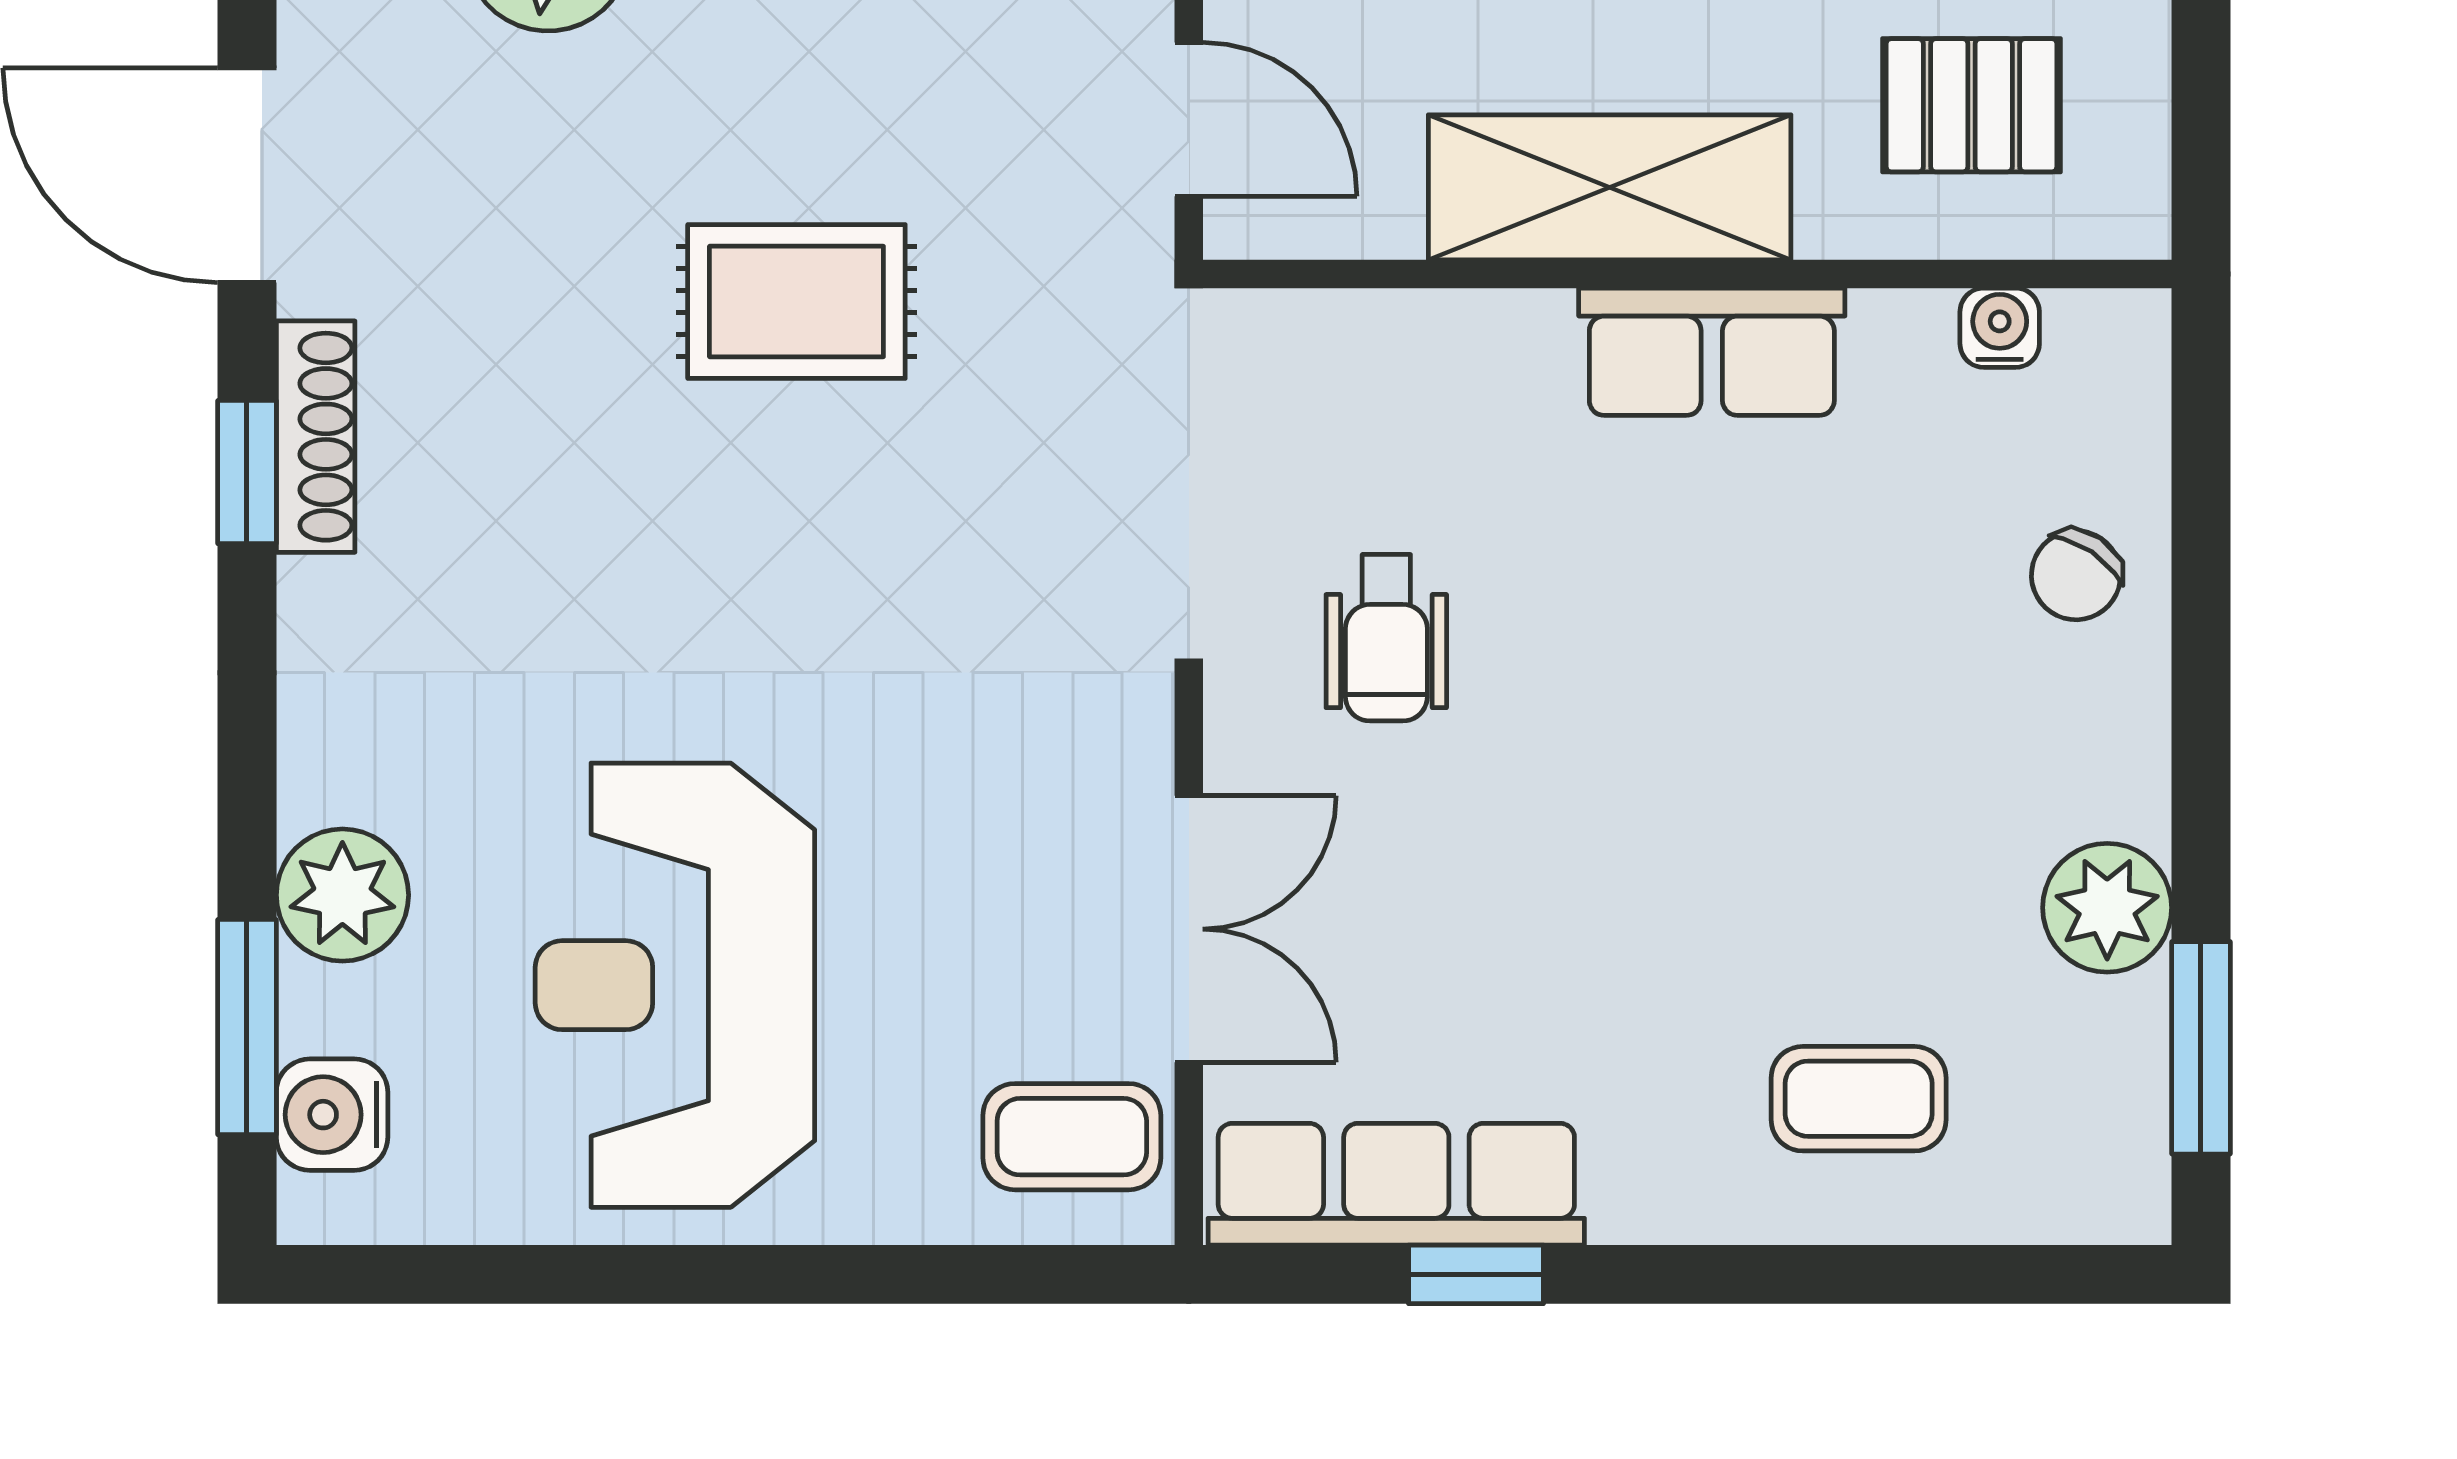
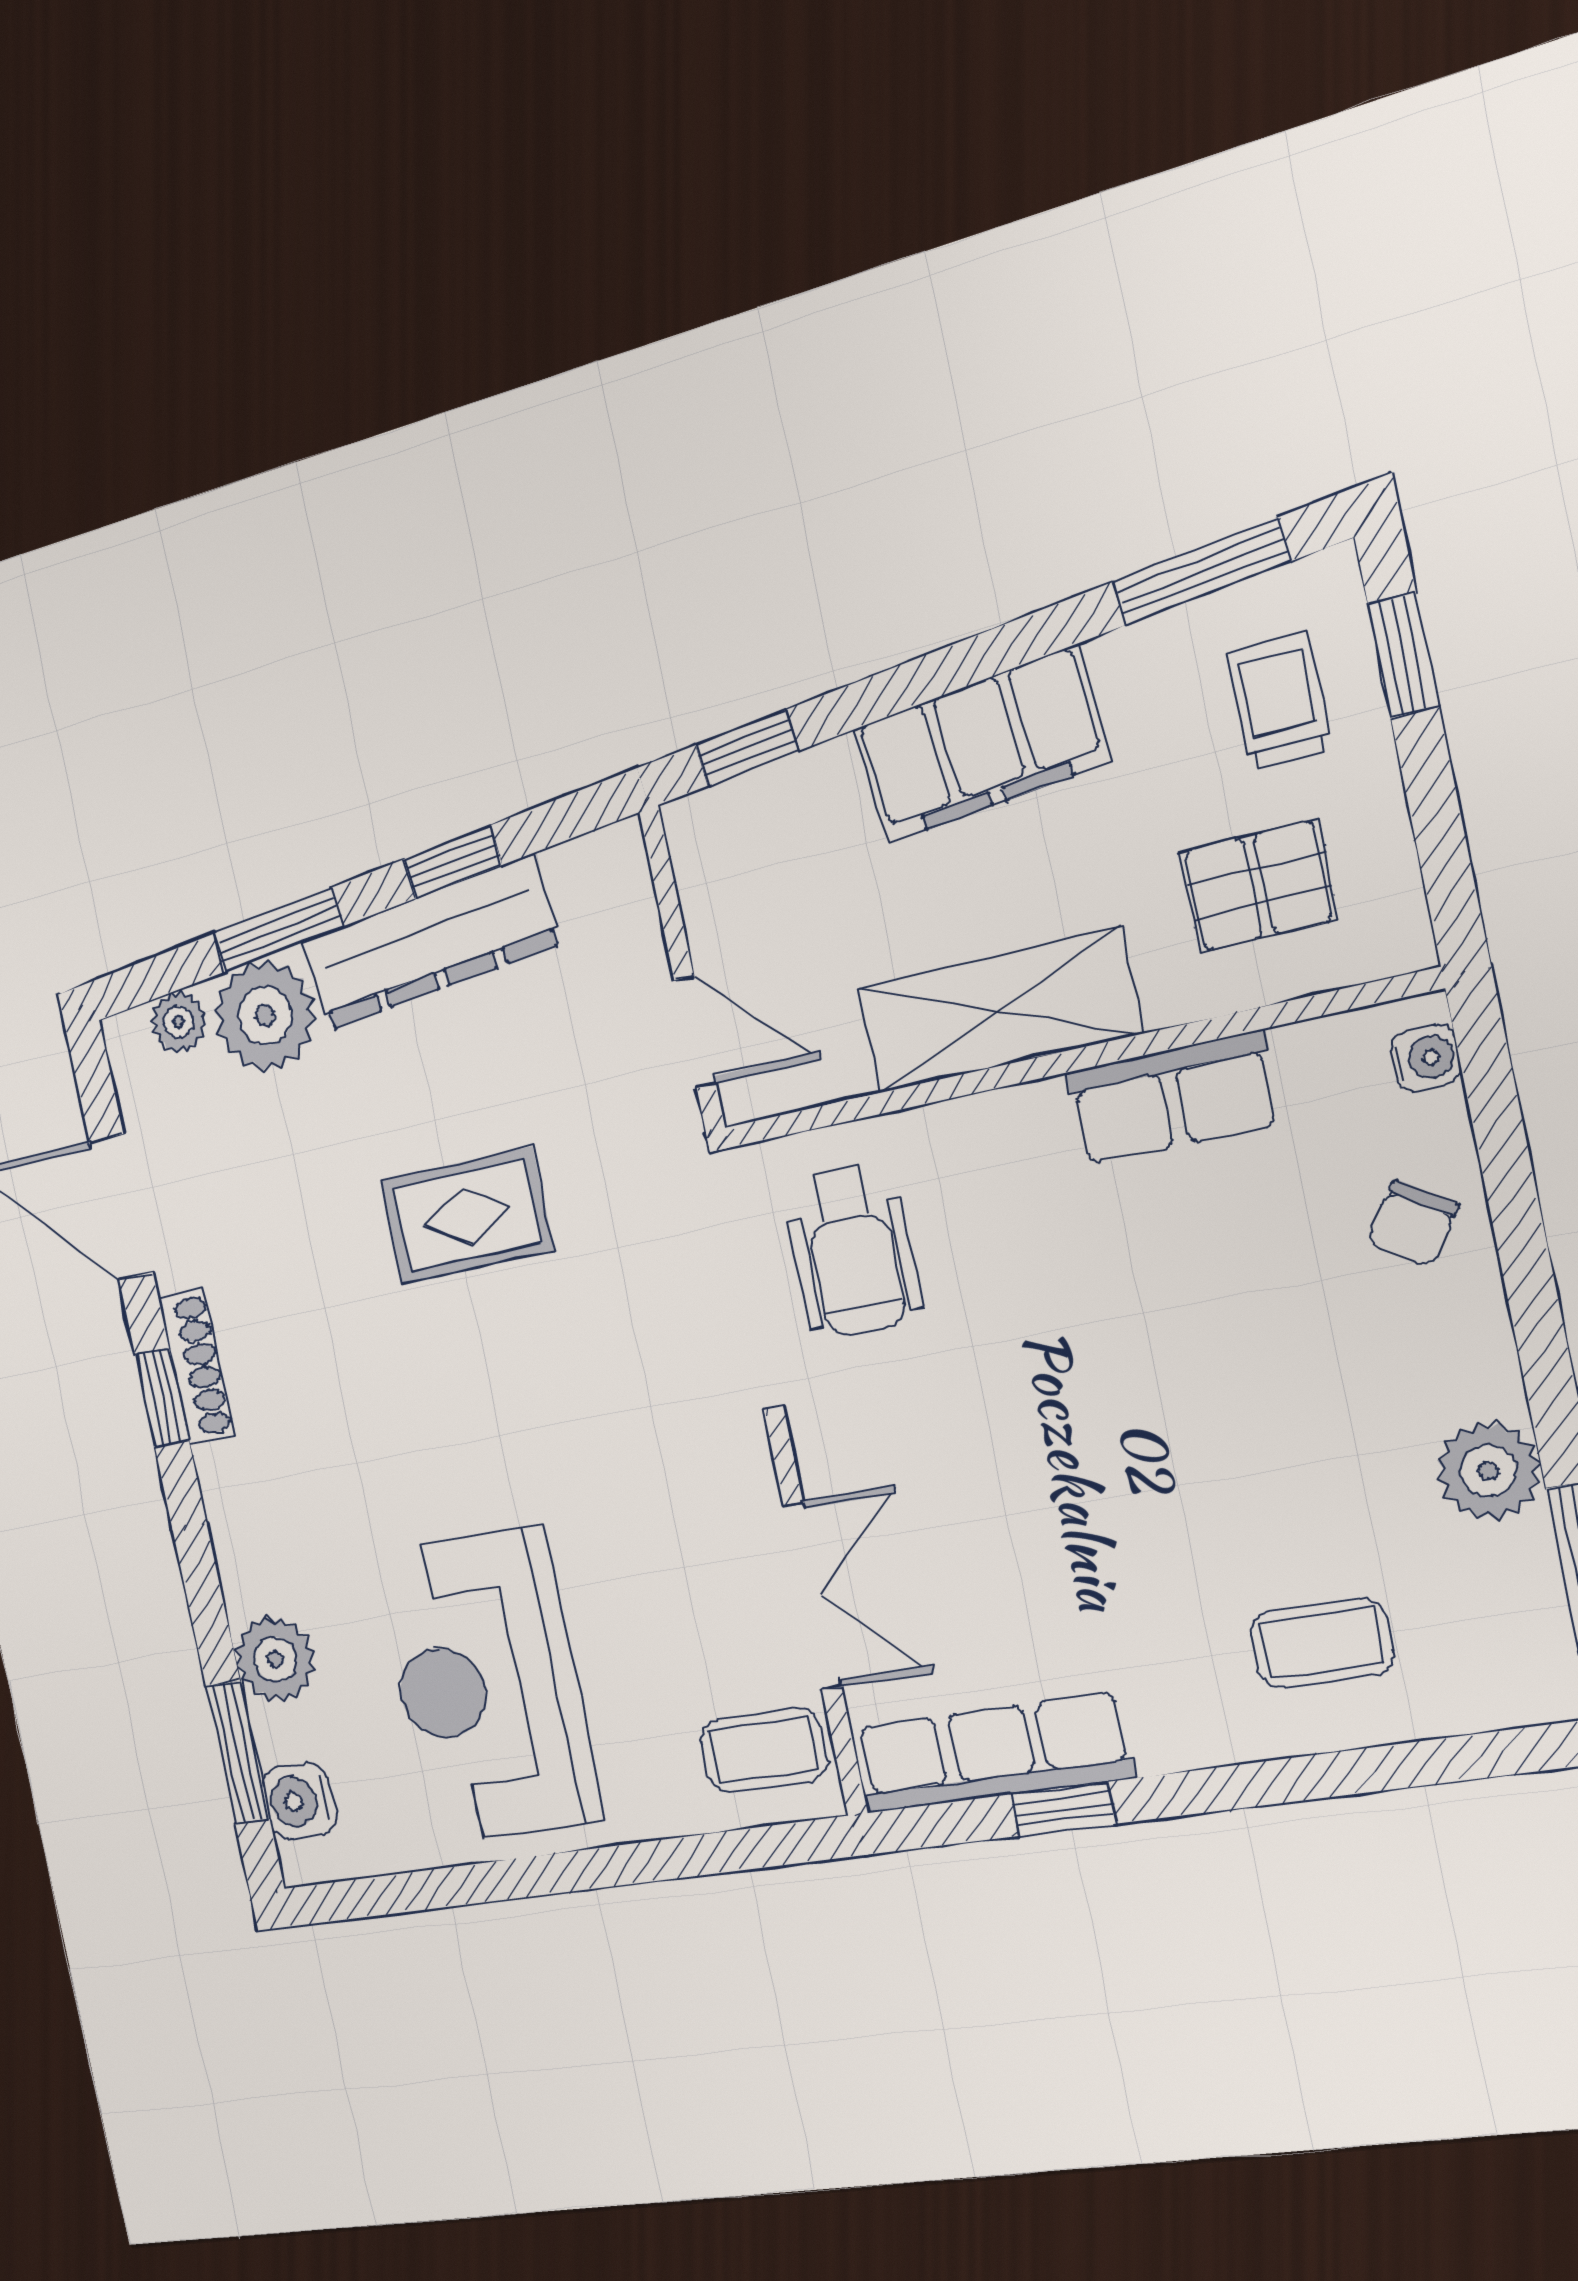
water cooler: (2000, 328) -> (1426, 1058), moved, turned 90
row of seats: (1712, 352) -> (1173, 1098), moved
wheelchair: (1386, 638) -> (852, 1251), moved, width x1.36, depth x1.37

